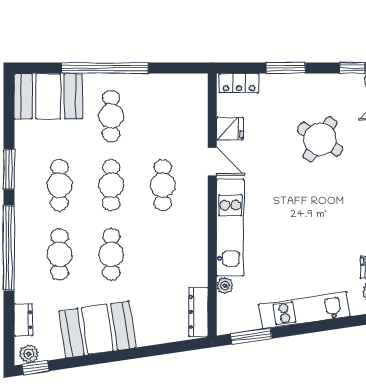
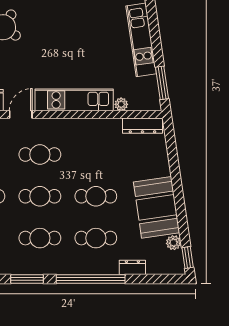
dresser: (23, 320) -> (132, 267), moved
plant: (29, 354) -> (174, 243), moved

